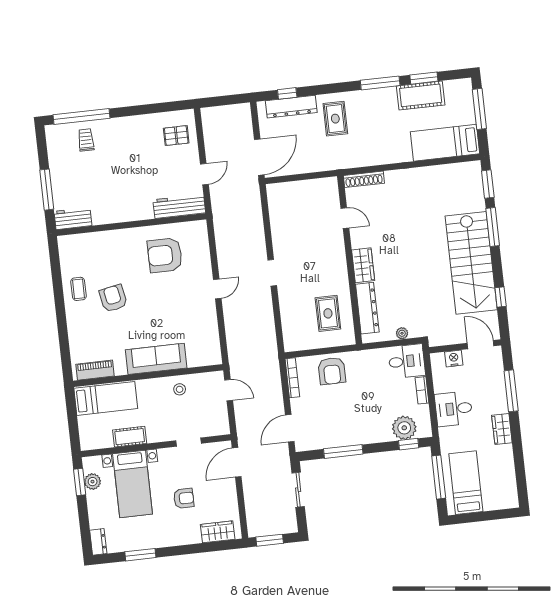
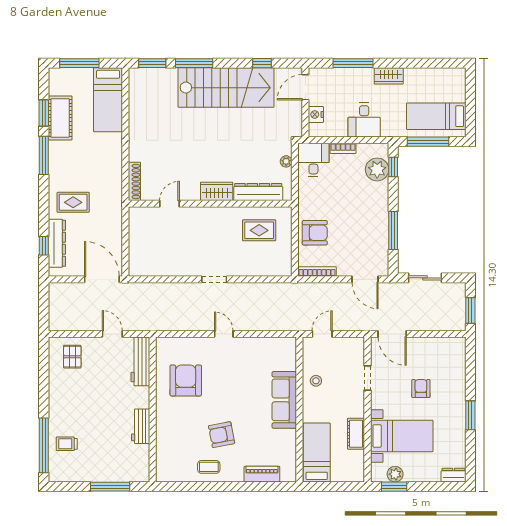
workbench: (73, 218) -> (141, 426), moved
armchair: (165, 255) -> (186, 380), turned 180
piano: (95, 370) -> (262, 474), moved, turned 90
wardrobe: (218, 532) -> (457, 360), removed
window: (140, 555) -> (470, 415), moved

